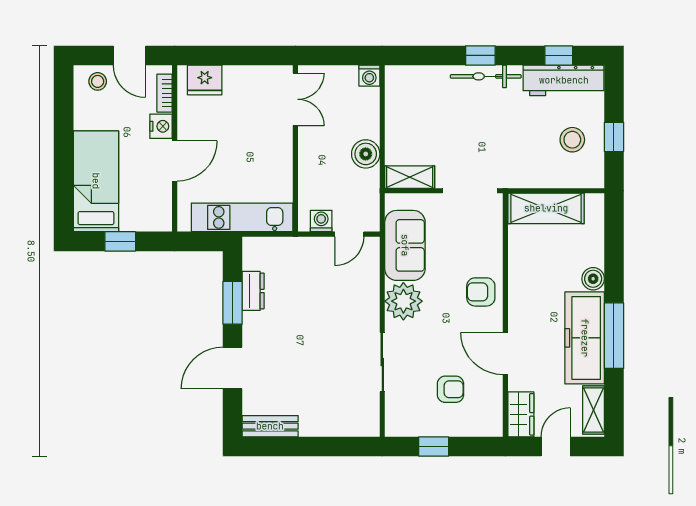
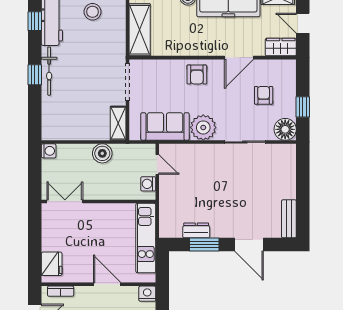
nightstand: (161, 126) -> (147, 294), moved
floor lamp: (401, 421) -> (285, 129), added

